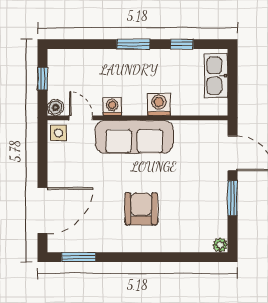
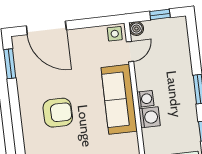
washing machine: (112, 107) -> (145, 99), moved

